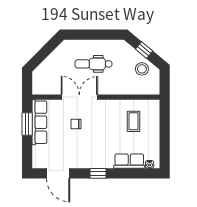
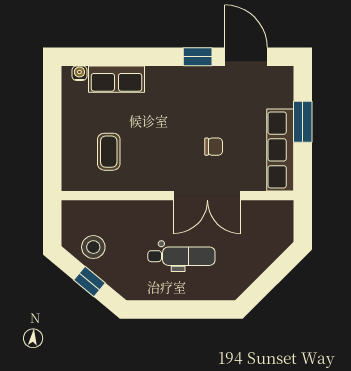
window: (27, 124) -> (303, 122), moved
window: (98, 173) -> (198, 57), moved

